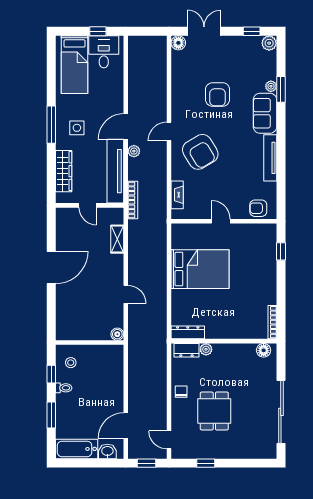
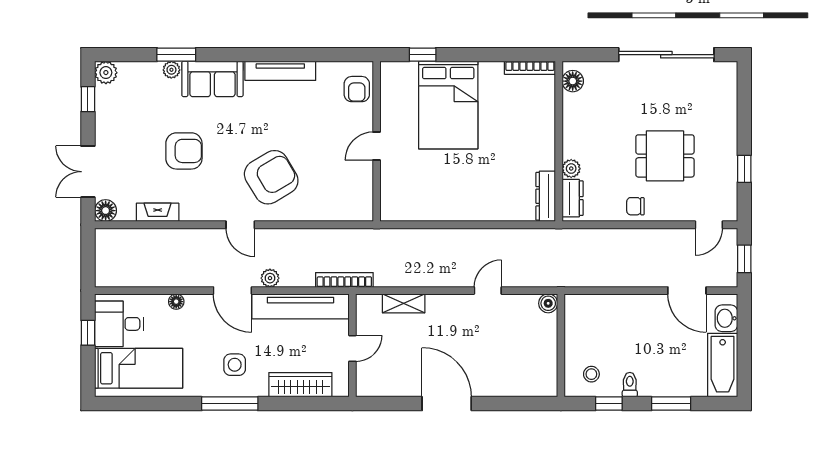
floor lamp: (118, 89) -> (176, 302), added
fireplace: (177, 195) -> (158, 212), moved
bed: (200, 269) -> (448, 105), moved, turned 180

